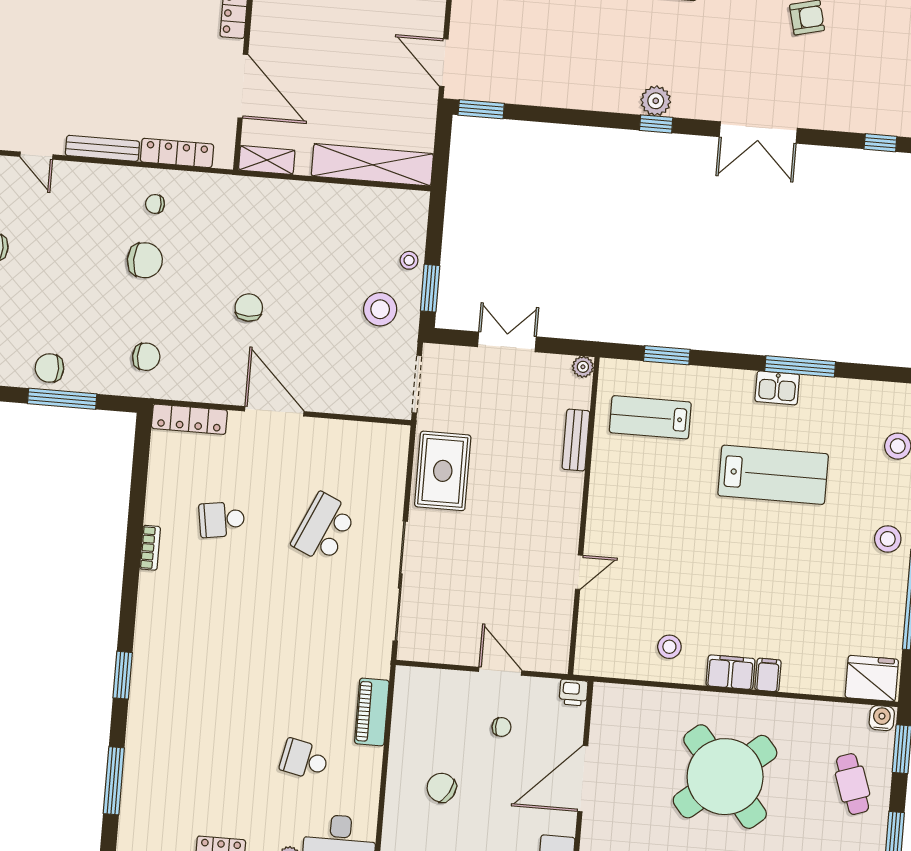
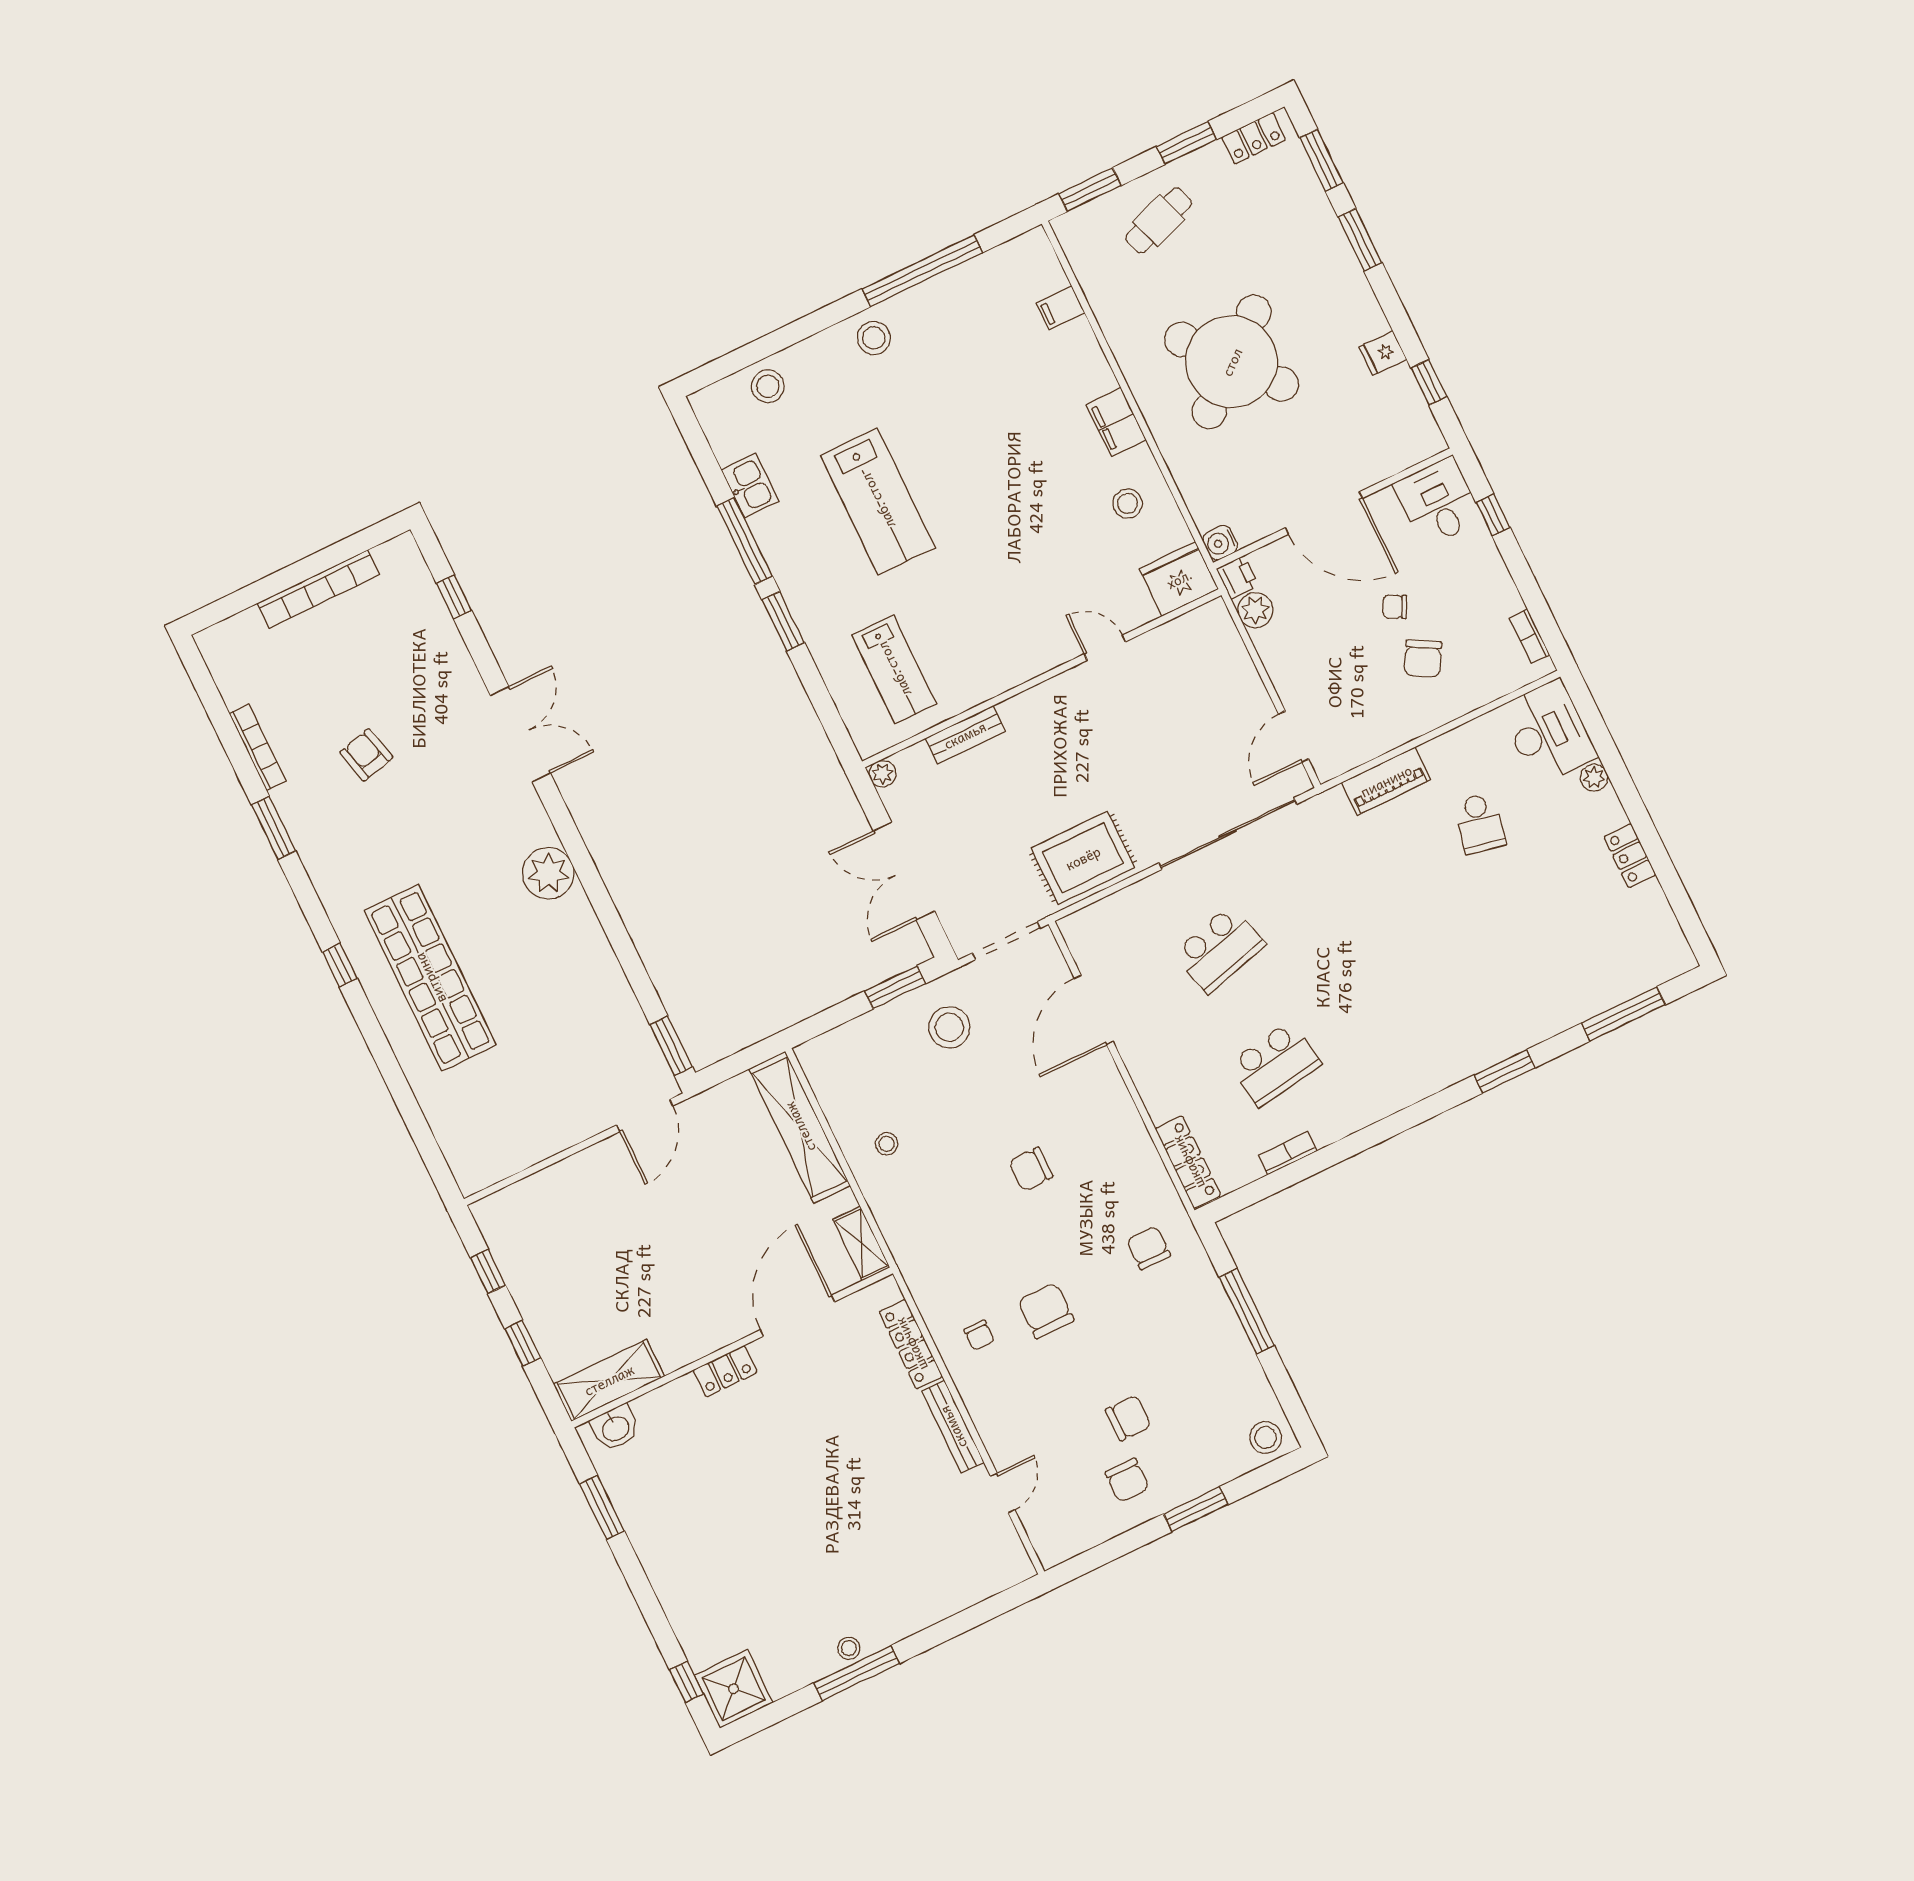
plant: (656, 101) -> (548, 873), width x1.36, depth x1.36
window: (656, 124) -> (576, 849), removed
stool: (409, 260) -> (887, 1144), moved
double door: (507, 342) -> (904, 871), width x1.37
window: (667, 355) -> (783, 621), moved
chair: (49, 368) -> (1128, 1418), moved, turned -90
kitchen sink: (777, 388) -> (750, 486), moved
door: (274, 411) -> (1094, 1010), moved
lab bench: (773, 475) -> (878, 501), turned 180
school desk: (222, 519) -> (1275, 1064), width x1.85
school desk: (324, 528) -> (1219, 949), turned -39
bookcase: (150, 548) -> (1288, 1153), moved
door: (500, 671) -> (1294, 737), moved
filing cabinet: (768, 675) -> (1061, 308), moved
fridge: (872, 678) -> (1179, 579), moved, turned 90
plant: (544, 692) -> (1255, 610), added
water cooler: (882, 718) -> (1220, 543), moved
chair: (502, 727) -> (1395, 607), moved, turned -63

